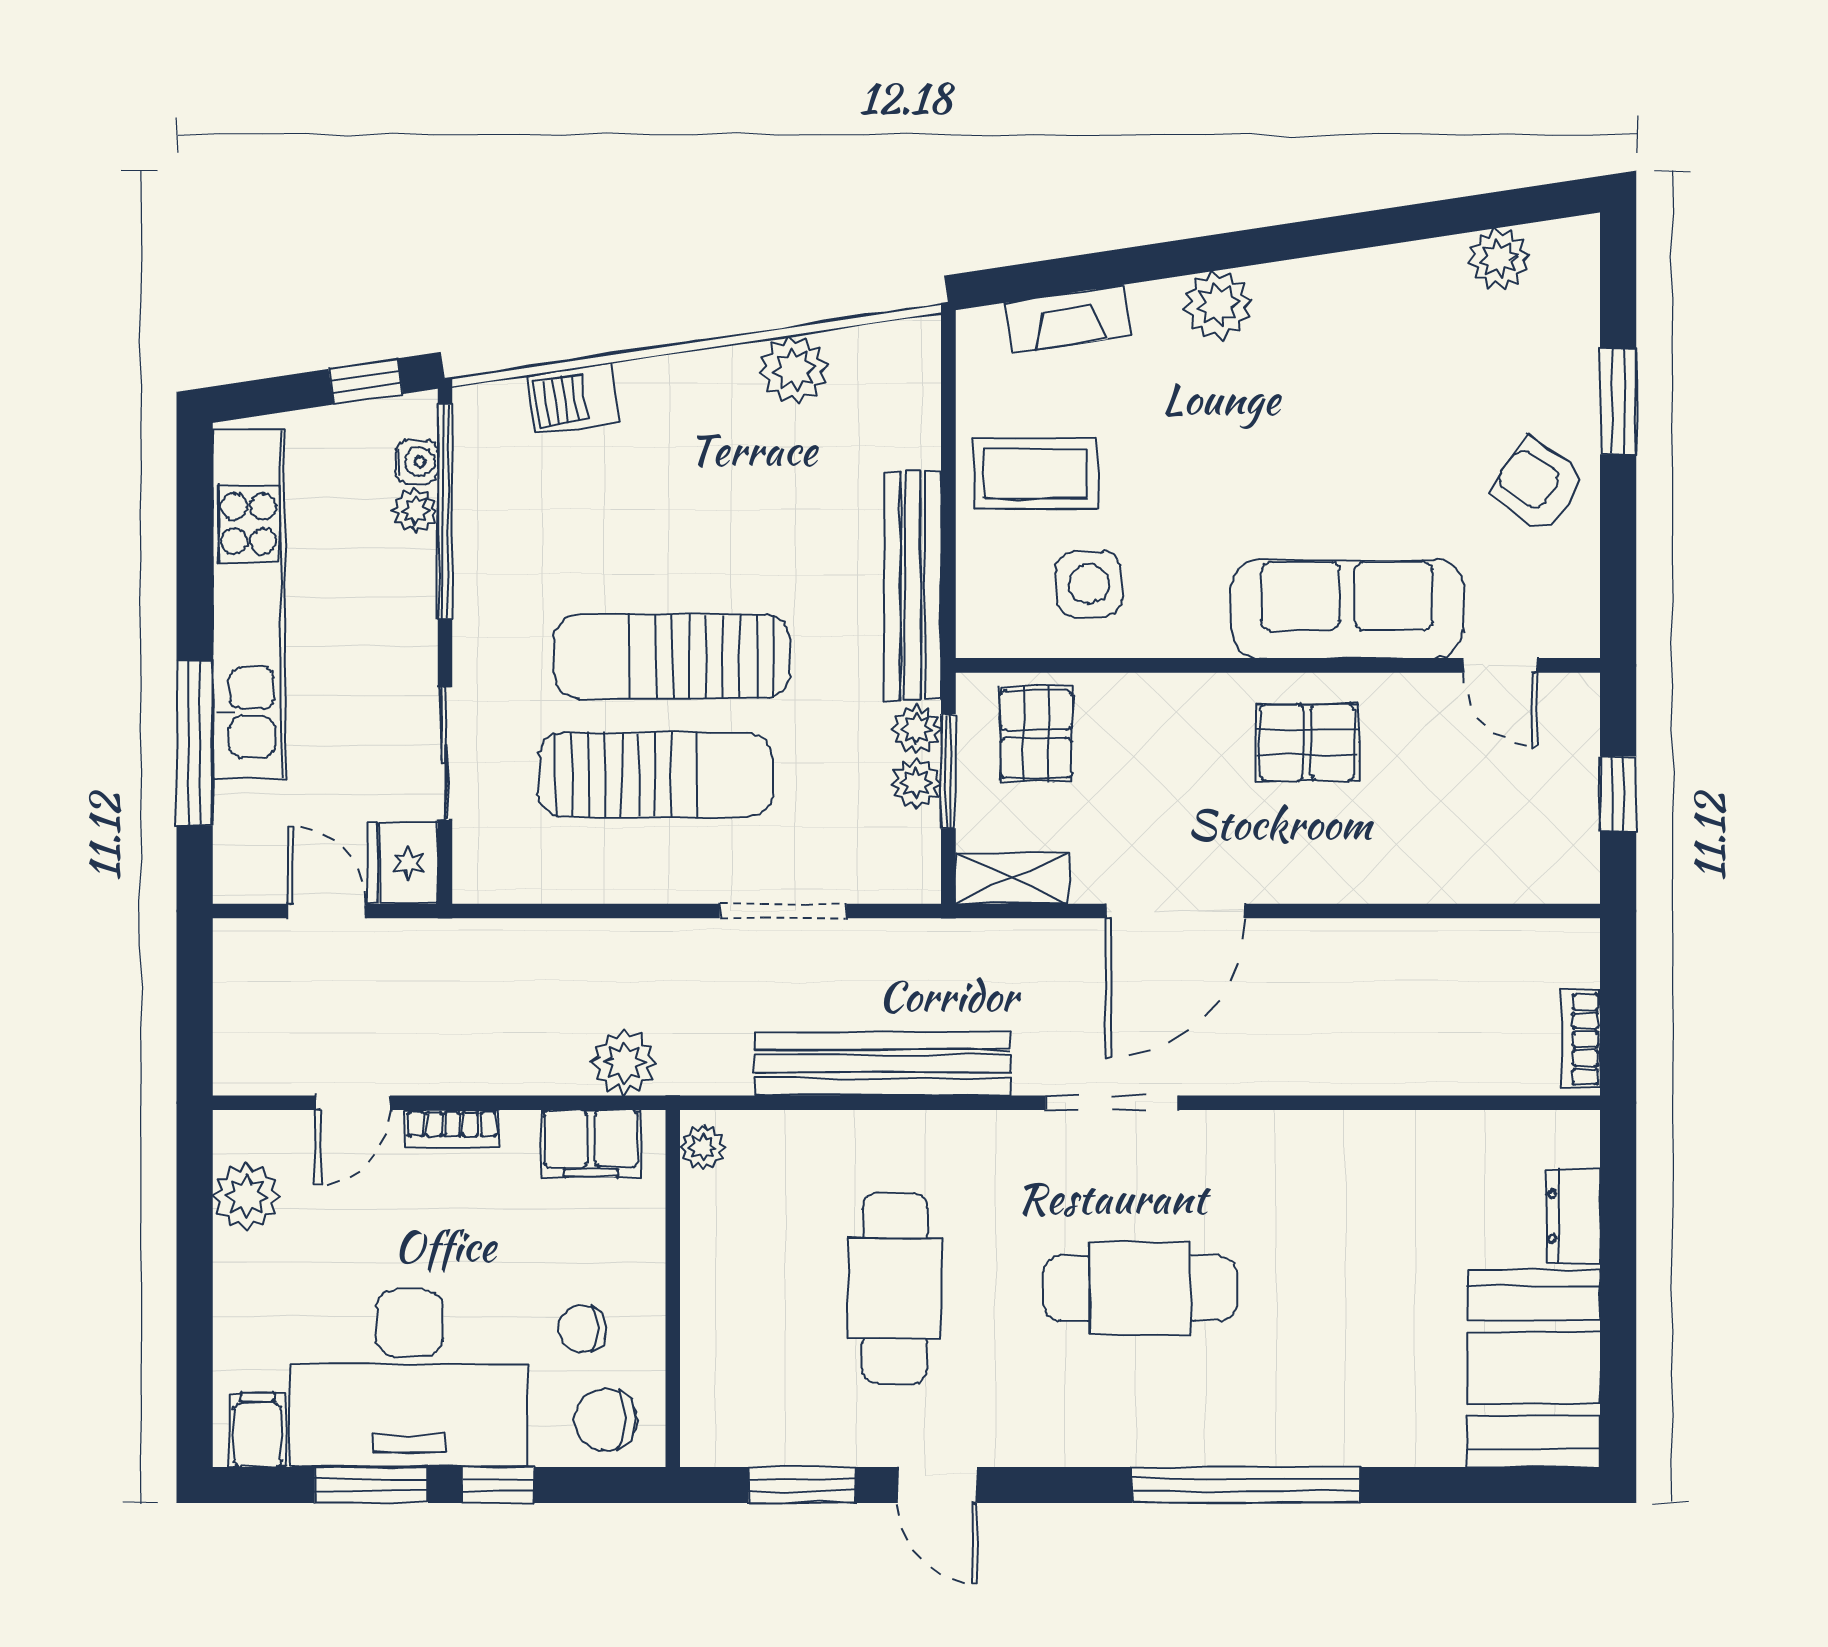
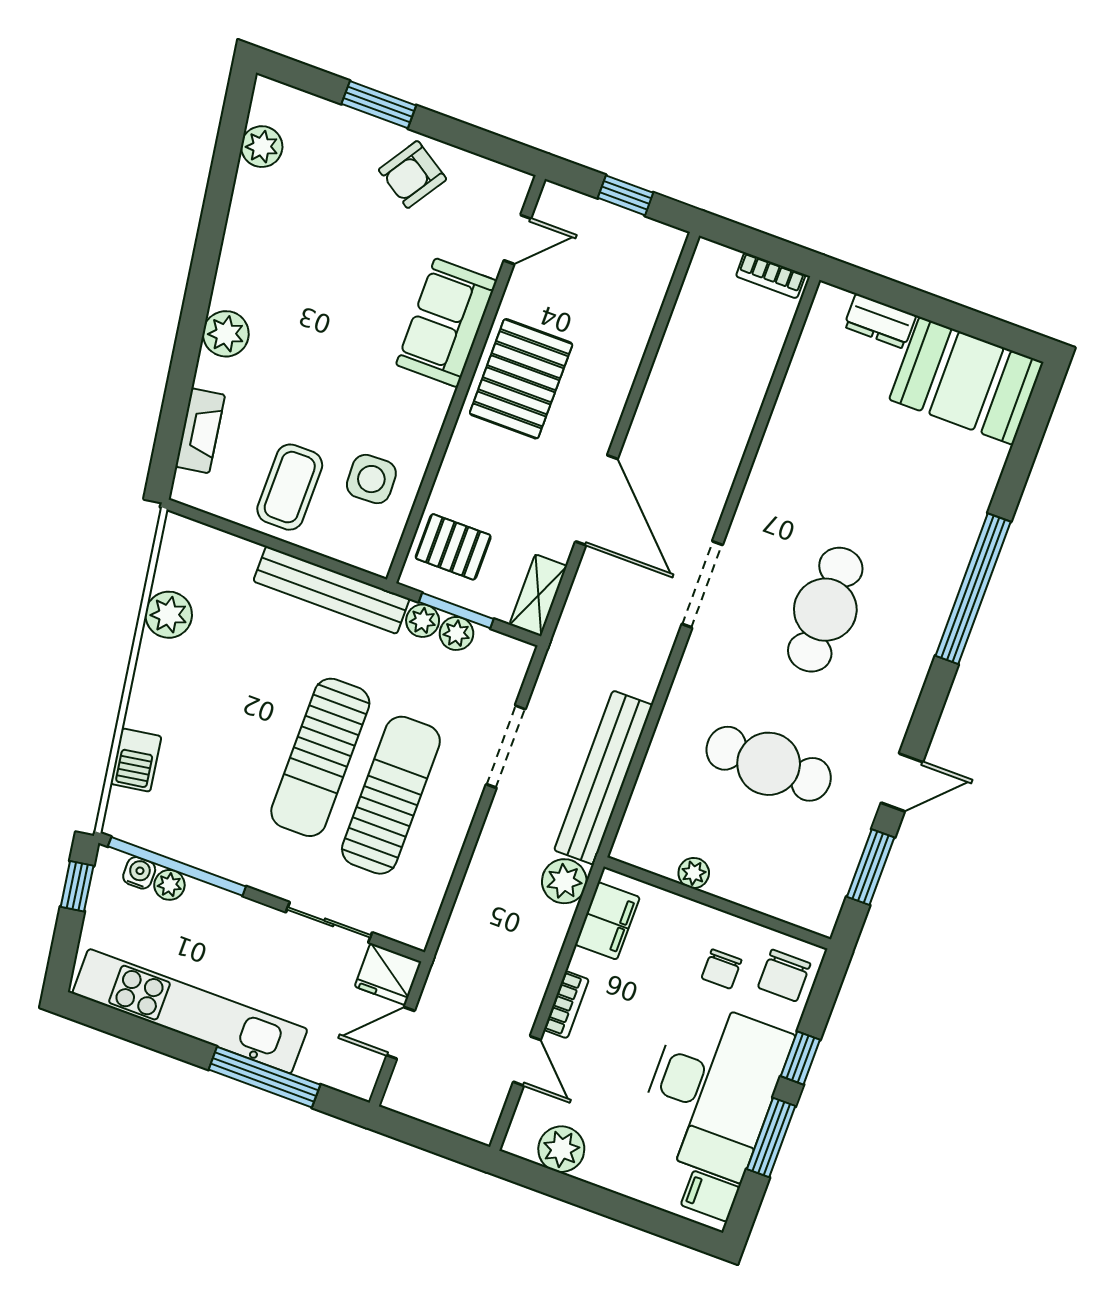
sofa: (1347, 609) -> (446, 323), width x0.73
pallet: (1307, 742) -> (521, 379), width x1.50, depth x1.42
bench: (883, 1064) -> (603, 778), moved
plant: (703, 1147) -> (694, 873), moved

